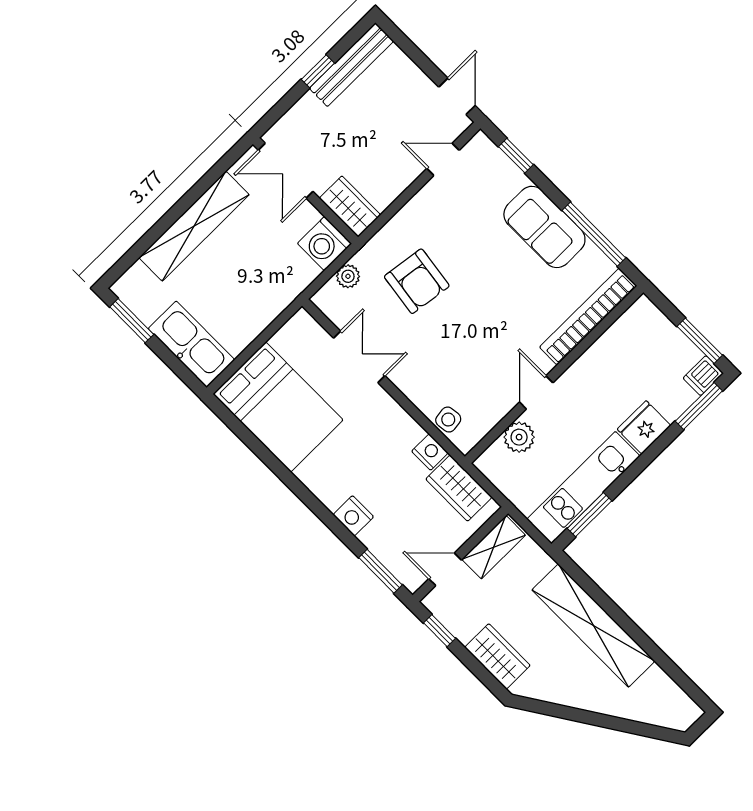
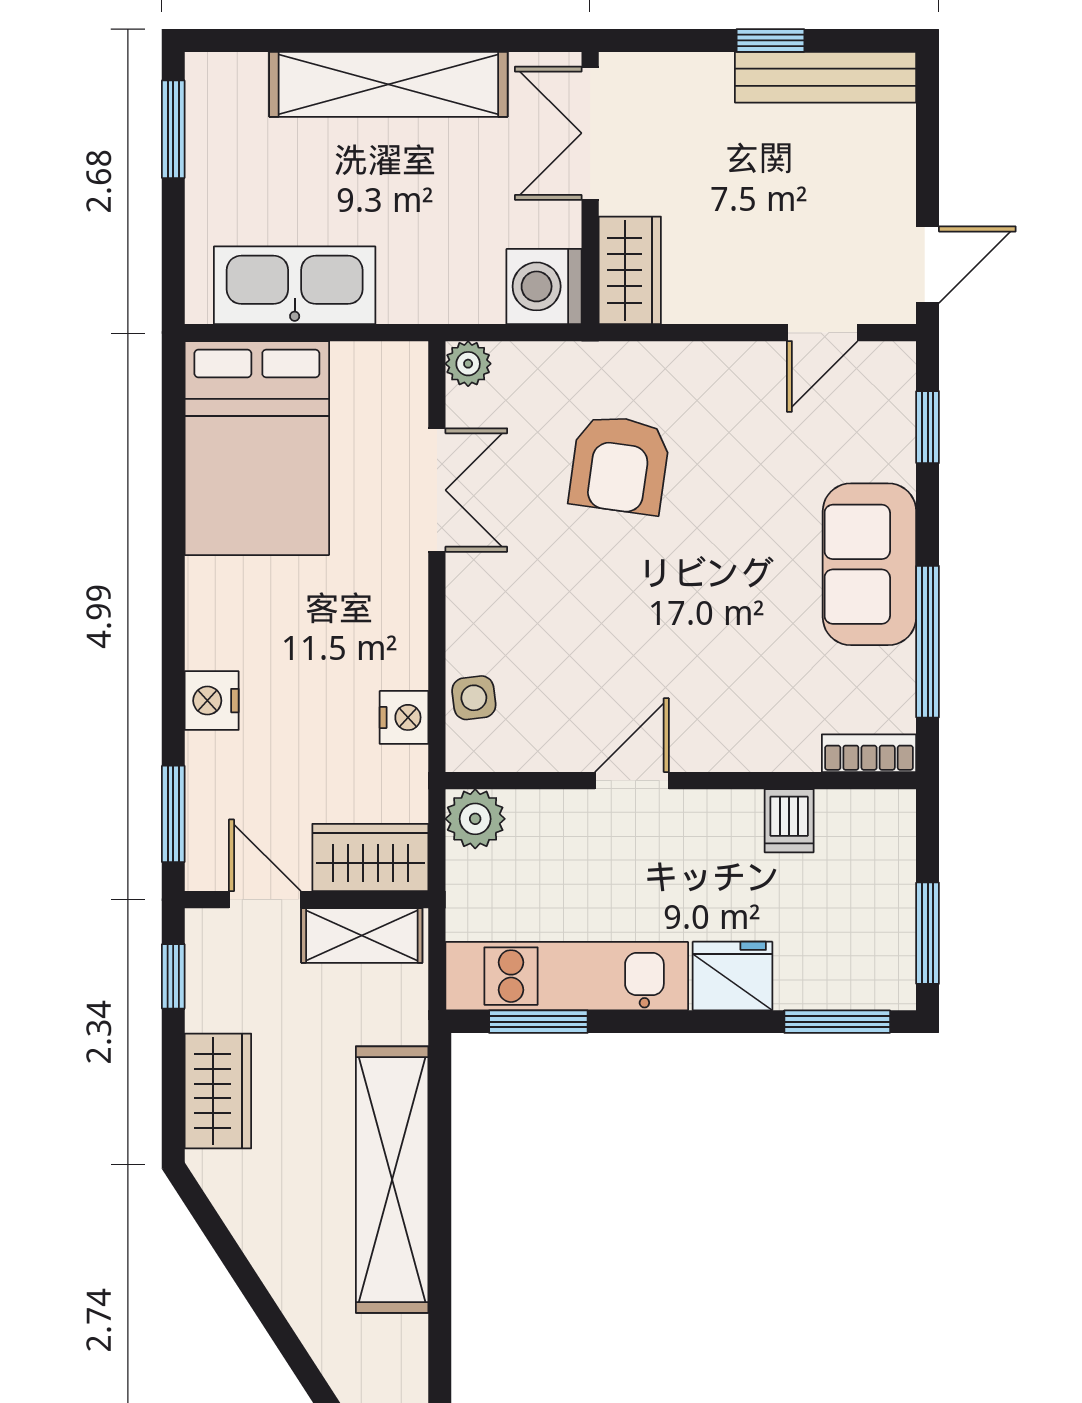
door: (443, 159) -> (822, 333), swing flipped
plant: (348, 276) -> (468, 364), moved
bookcase: (588, 317) -> (869, 753), width x0.43, depth x0.76
kitchen sink: (191, 344) -> (295, 285), moved, turned -90
dishwasher: (703, 376) -> (789, 821), moved, turned -90
plant: (519, 437) -> (475, 819), moved
wardrobe: (459, 488) -> (370, 857), moved, turned 90

